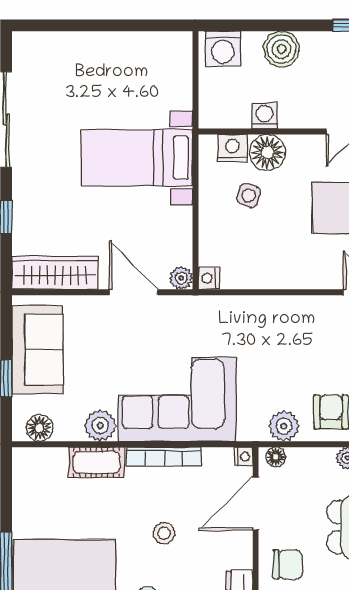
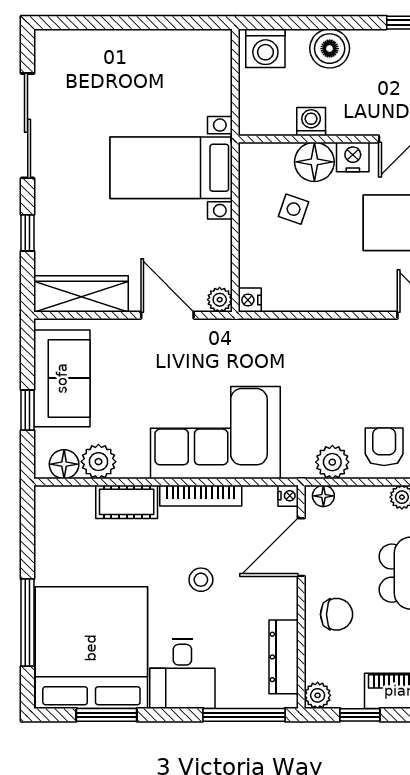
nightstand: (233, 148) -> (353, 157), moved
plant: (100, 426) -> (98, 462), moved

